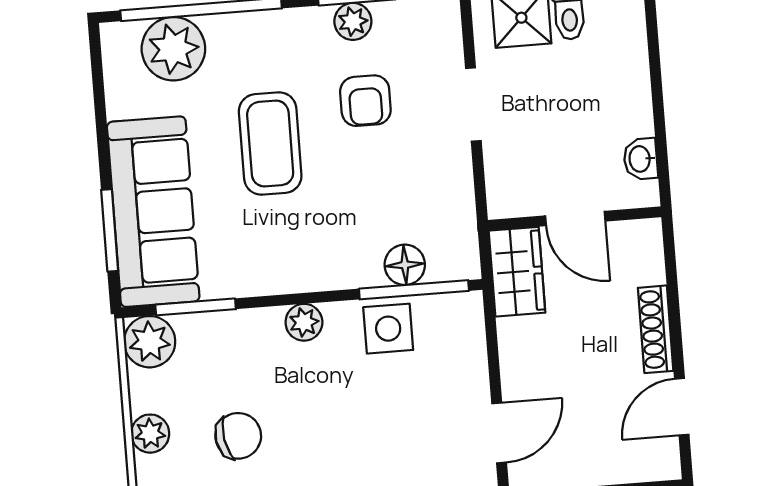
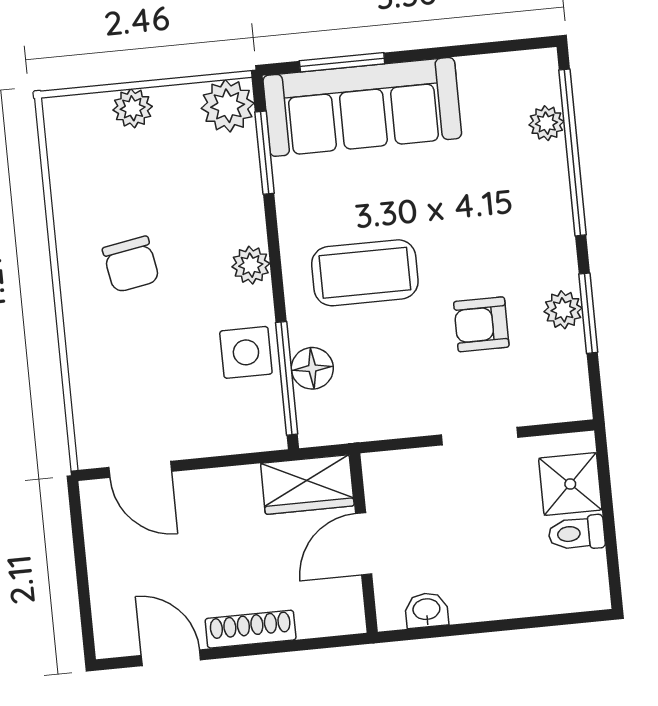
plant: (173, 49) -> (546, 123), width x0.53, depth x0.53
coffee table: (270, 144) -> (365, 273), moved
chair: (238, 436) -> (131, 264), moved

